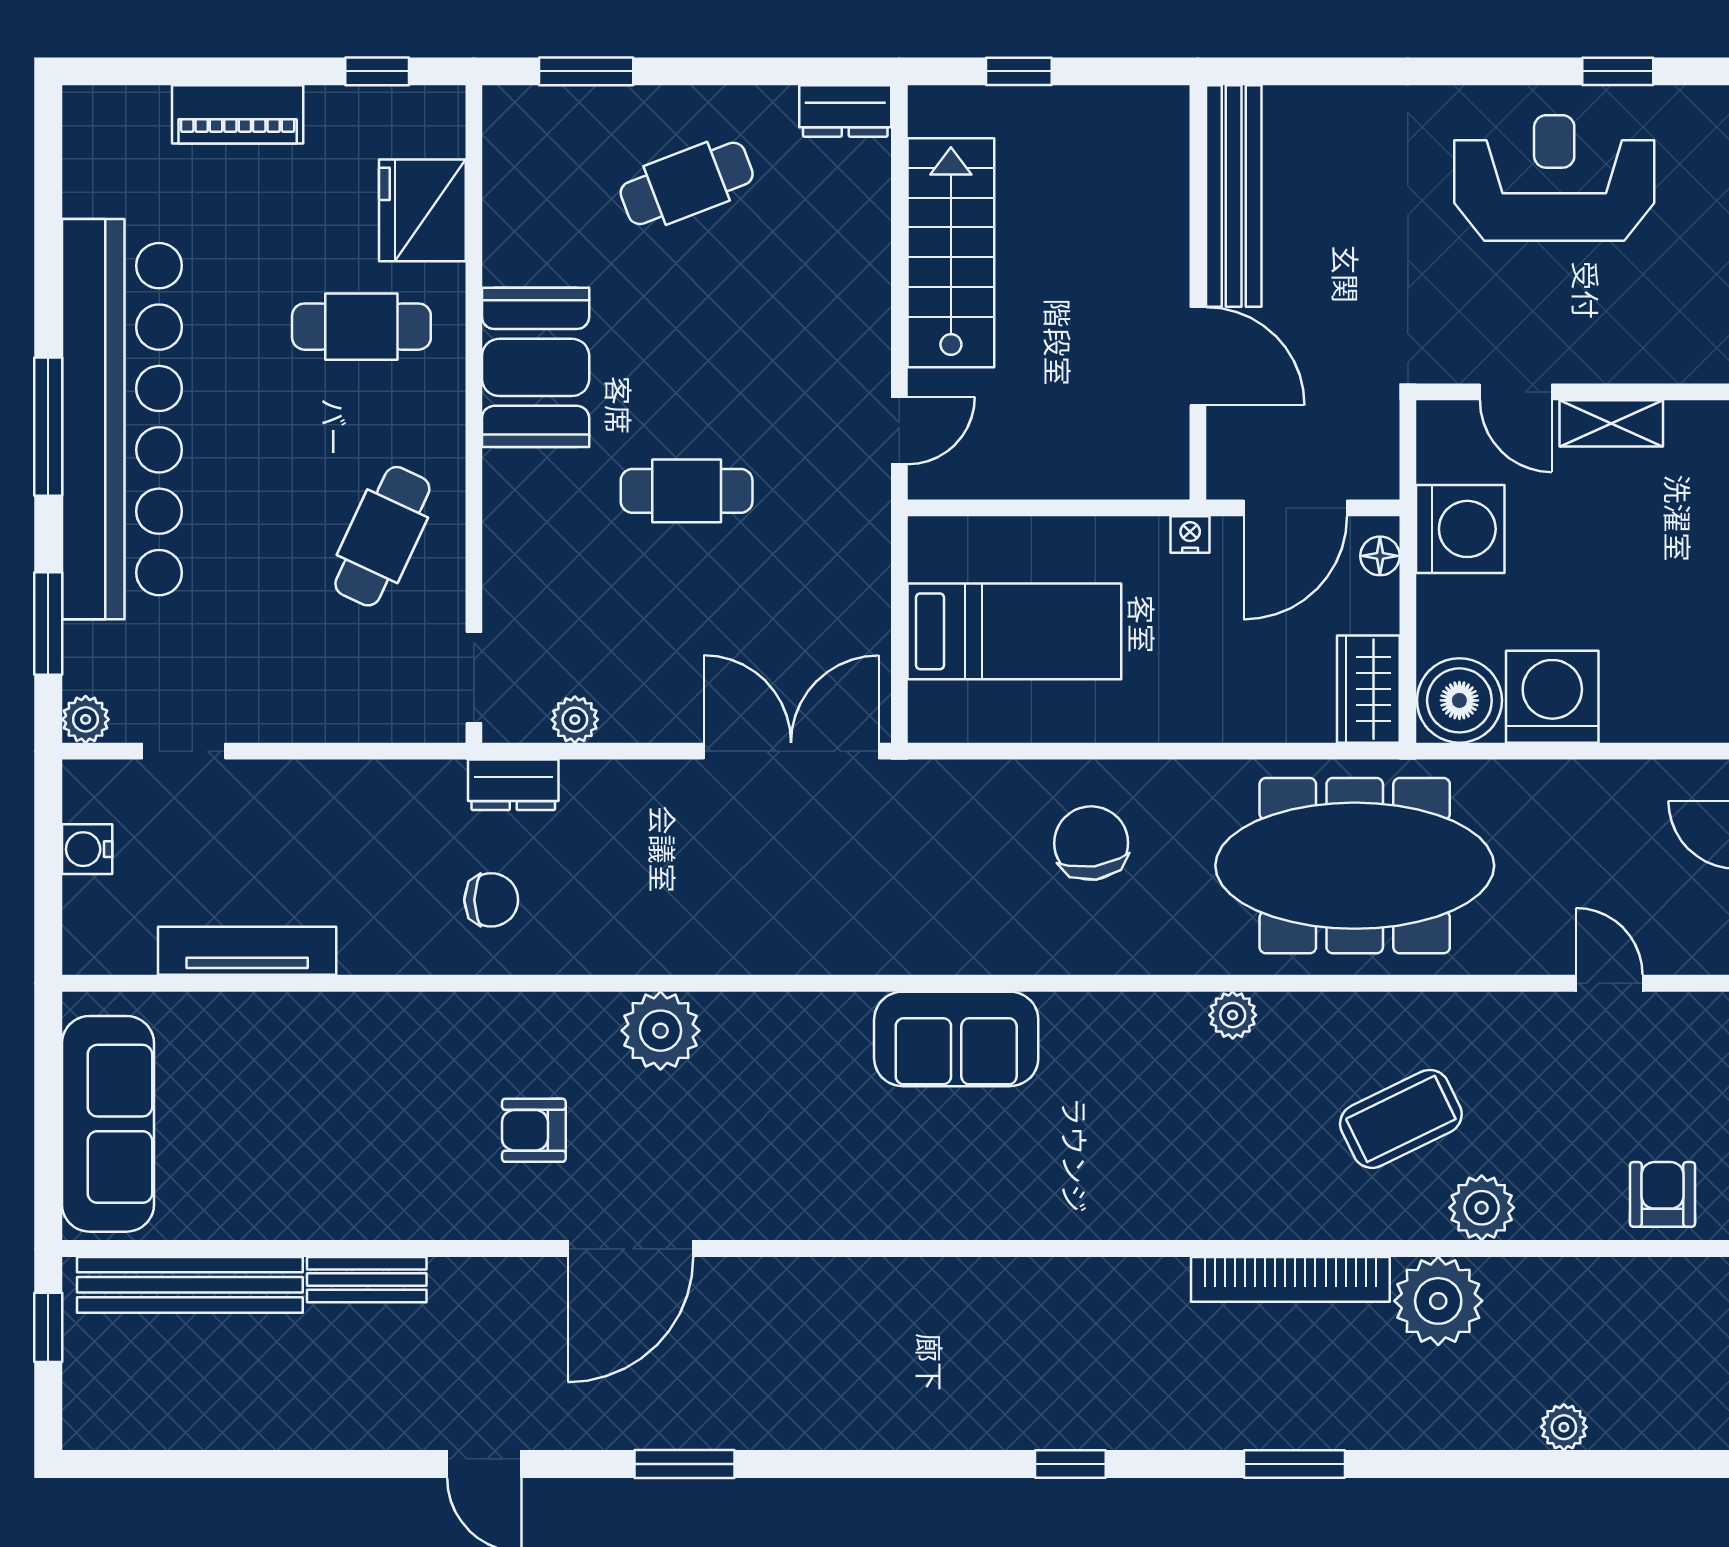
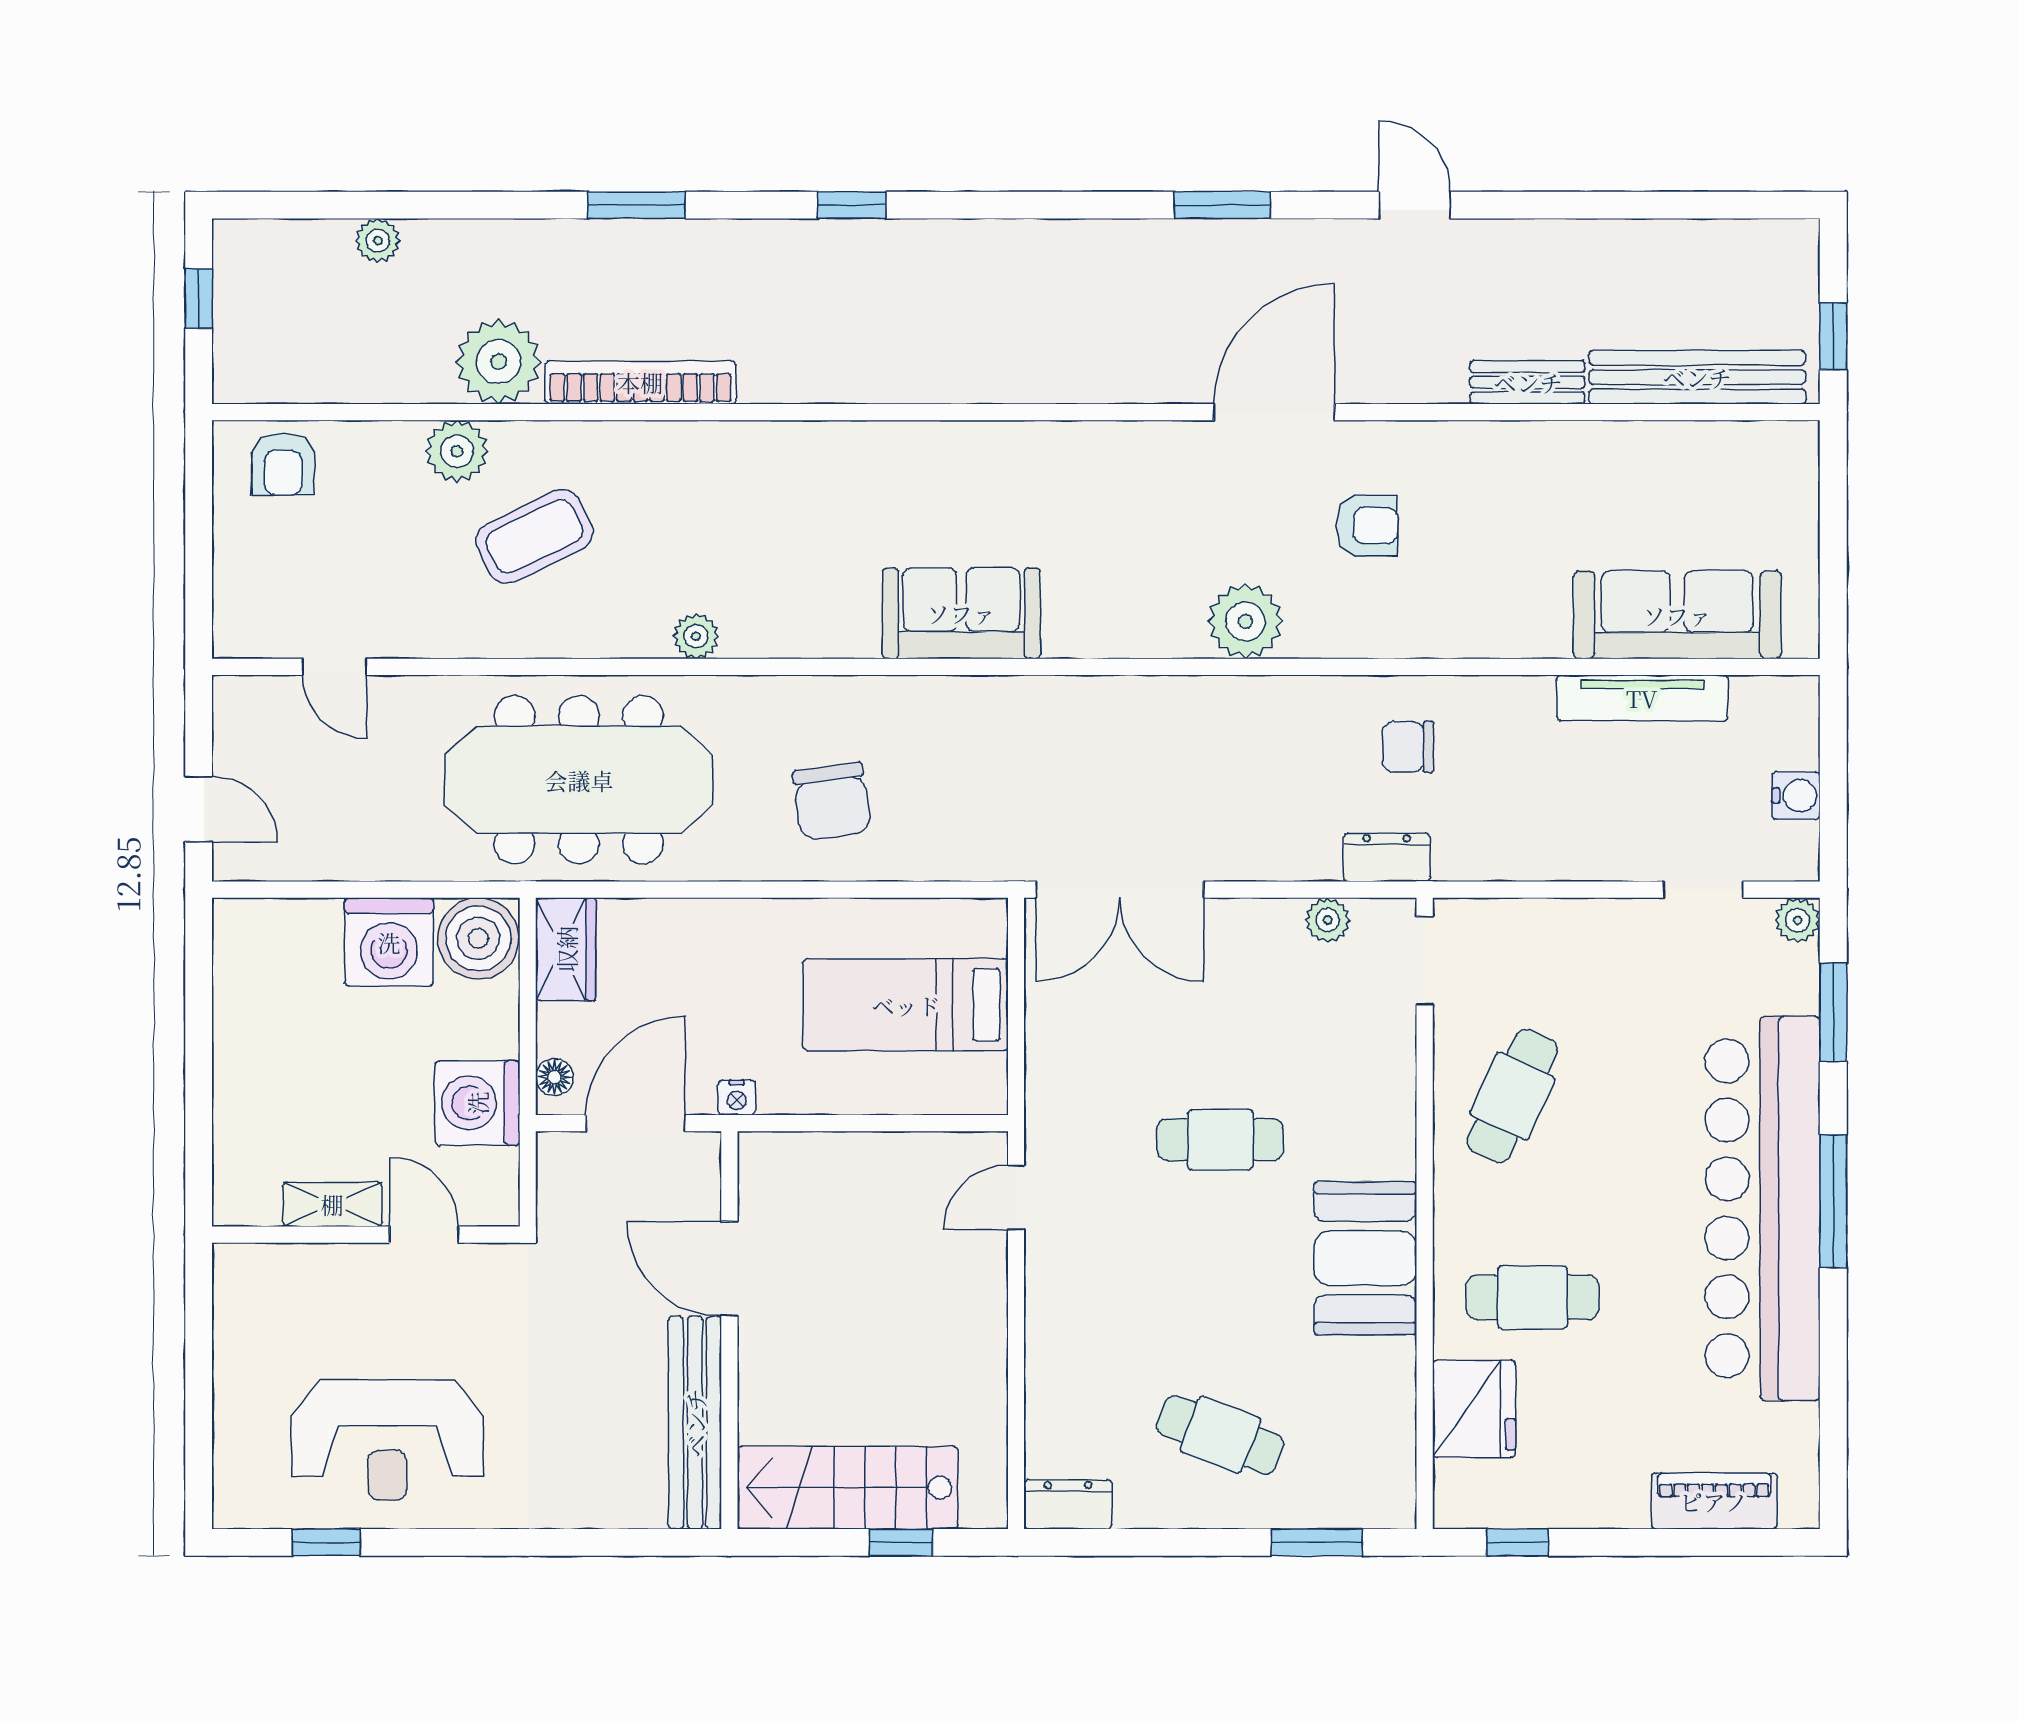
piano: (238, 114) -> (1714, 1501), moved
cafe table: (687, 183) -> (1220, 1435), turned 42
stairs: (951, 253) -> (848, 1488), moved, turned 90
sofa: (108, 1124) -> (1677, 615), moved, turned 90

